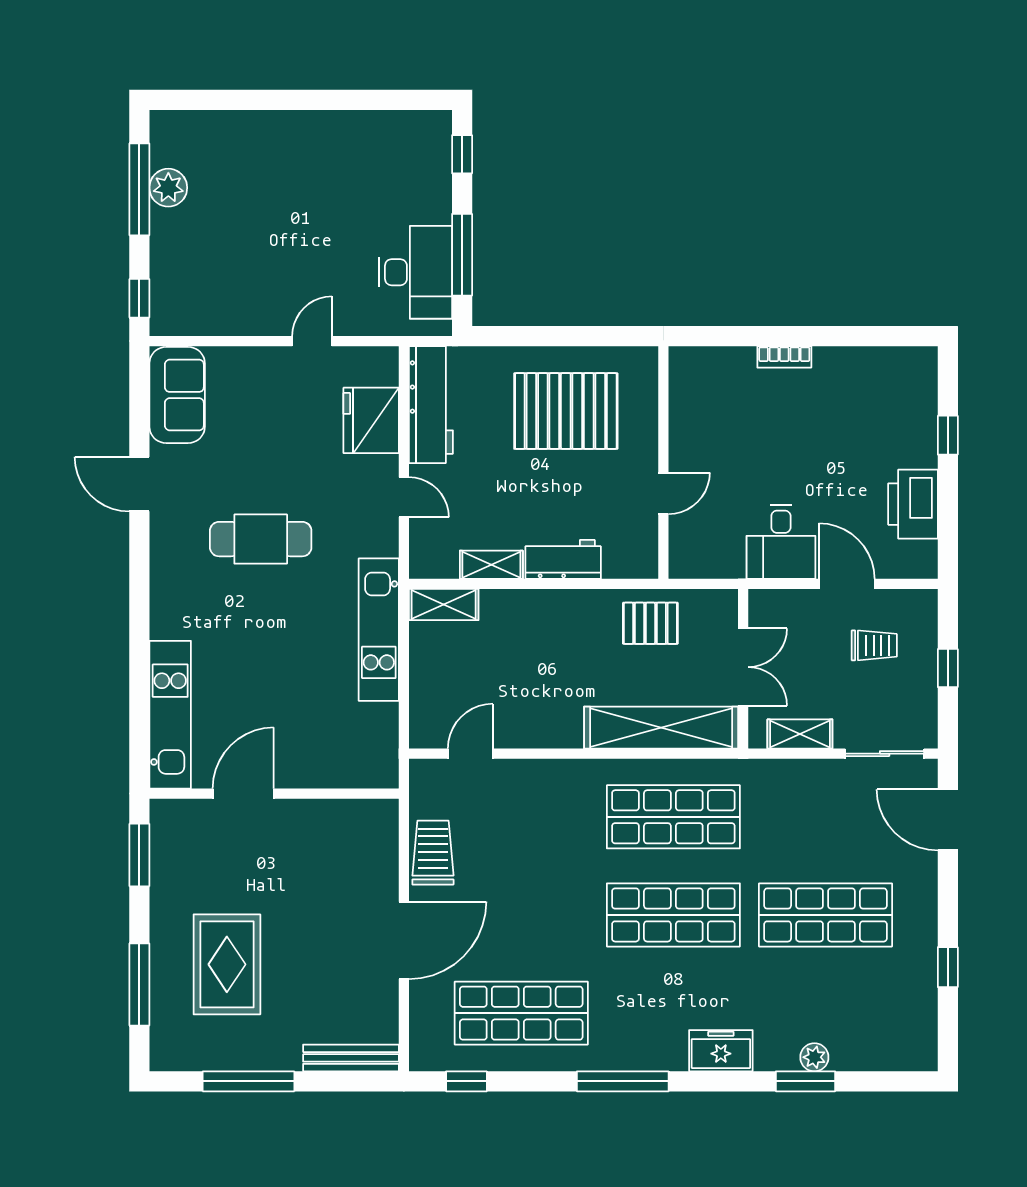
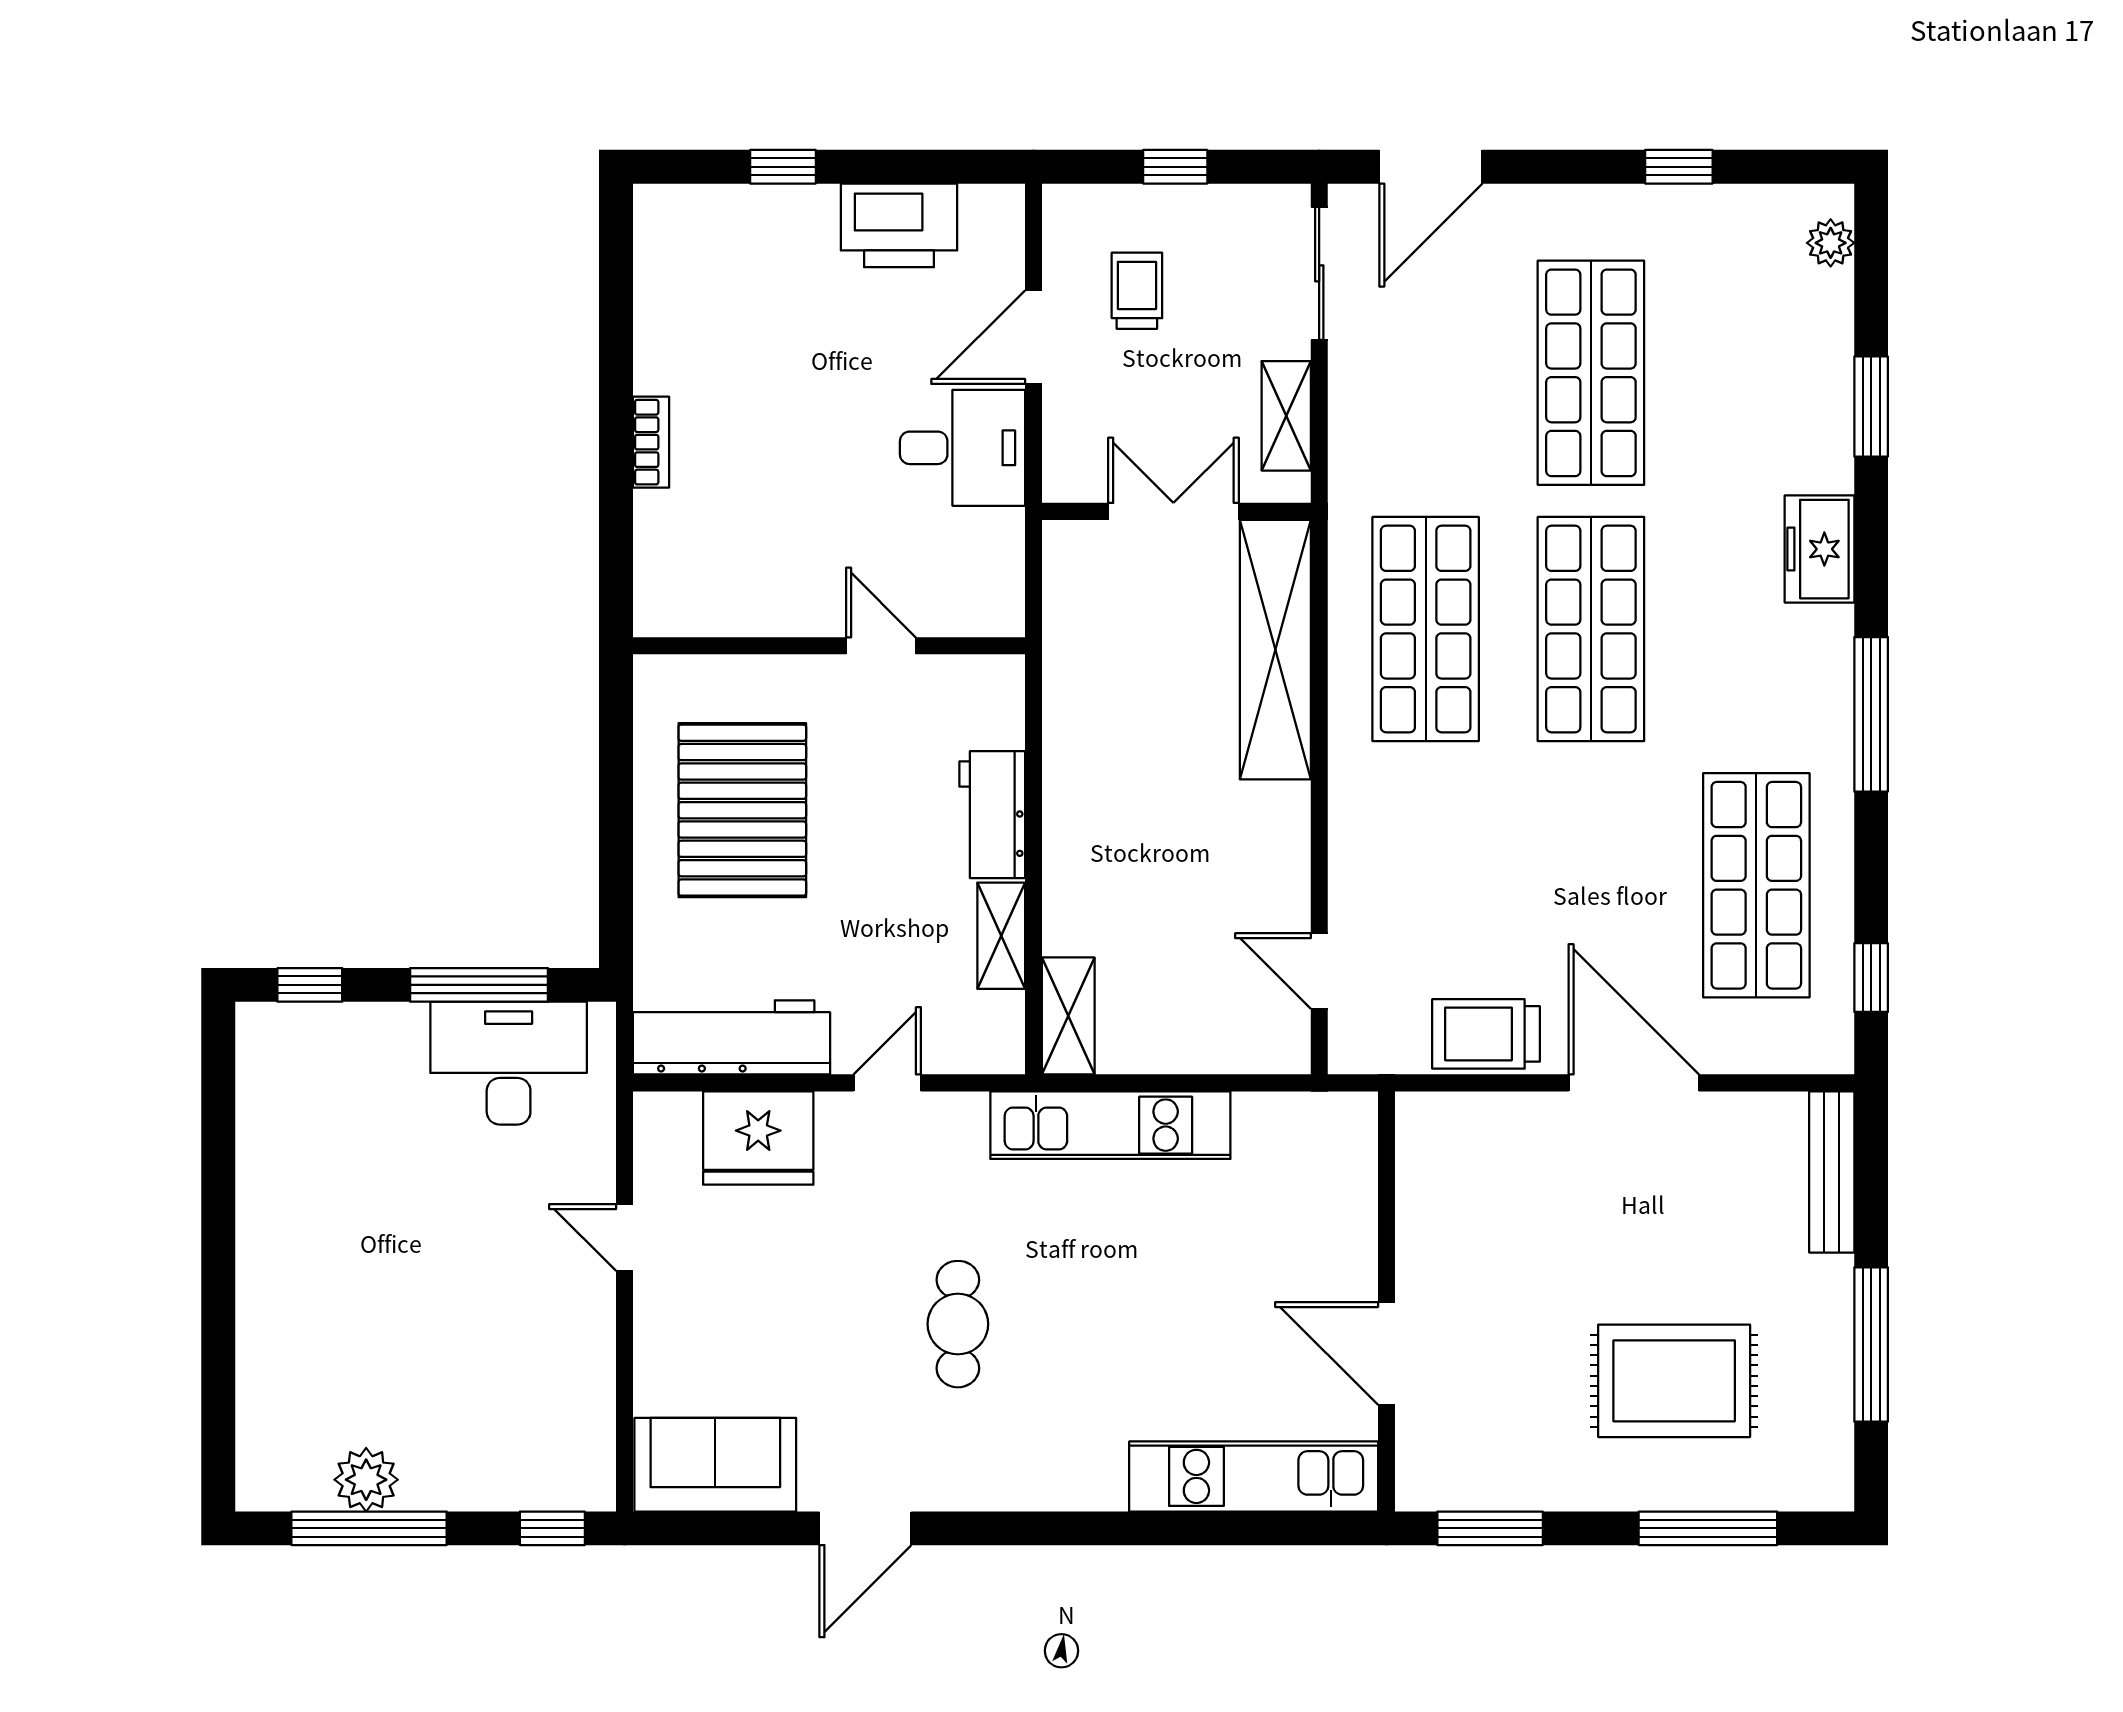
cafe table: (261, 539) -> (958, 1324), width x0.73, depth x0.74
pallet: (650, 623) -> (1100, 668), removed
plant: (814, 1057) -> (1831, 243), moved

